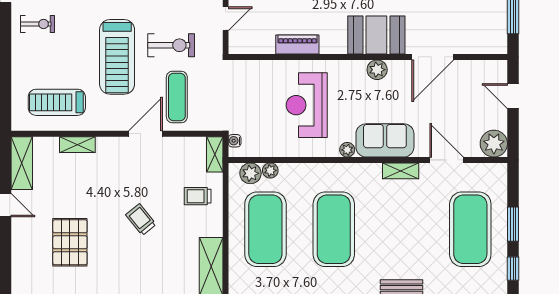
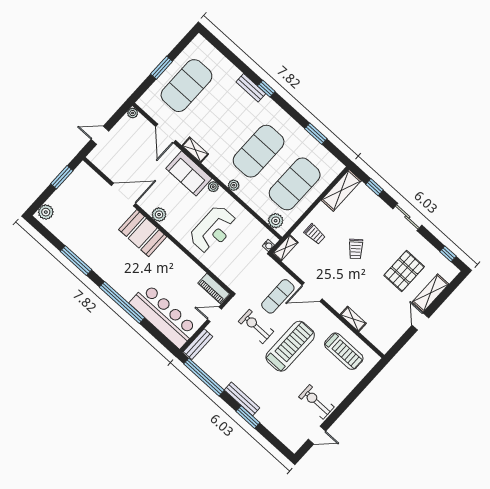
exercise bike: (37, 24) -> (316, 402), width x1.38, depth x1.39
piano: (297, 45) -> (214, 289), moved
door: (513, 96) -> (100, 135), swing flipped
plant: (494, 144) -> (133, 113), width x0.53, depth x0.53
shelving: (22, 163) -> (431, 293), moved
plant: (270, 170) -> (234, 185), moved
window: (513, 269) -> (183, 44), removed

